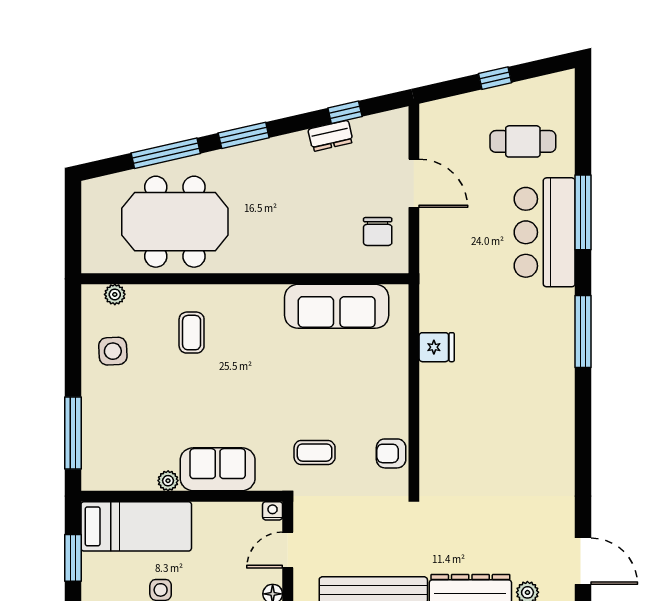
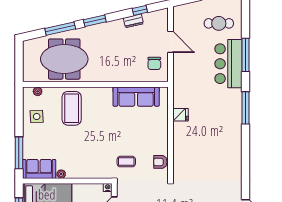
coffee table: (192, 333) -> (72, 108), width x1.86, depth x1.72
sofa: (218, 469) -> (39, 169), moved

